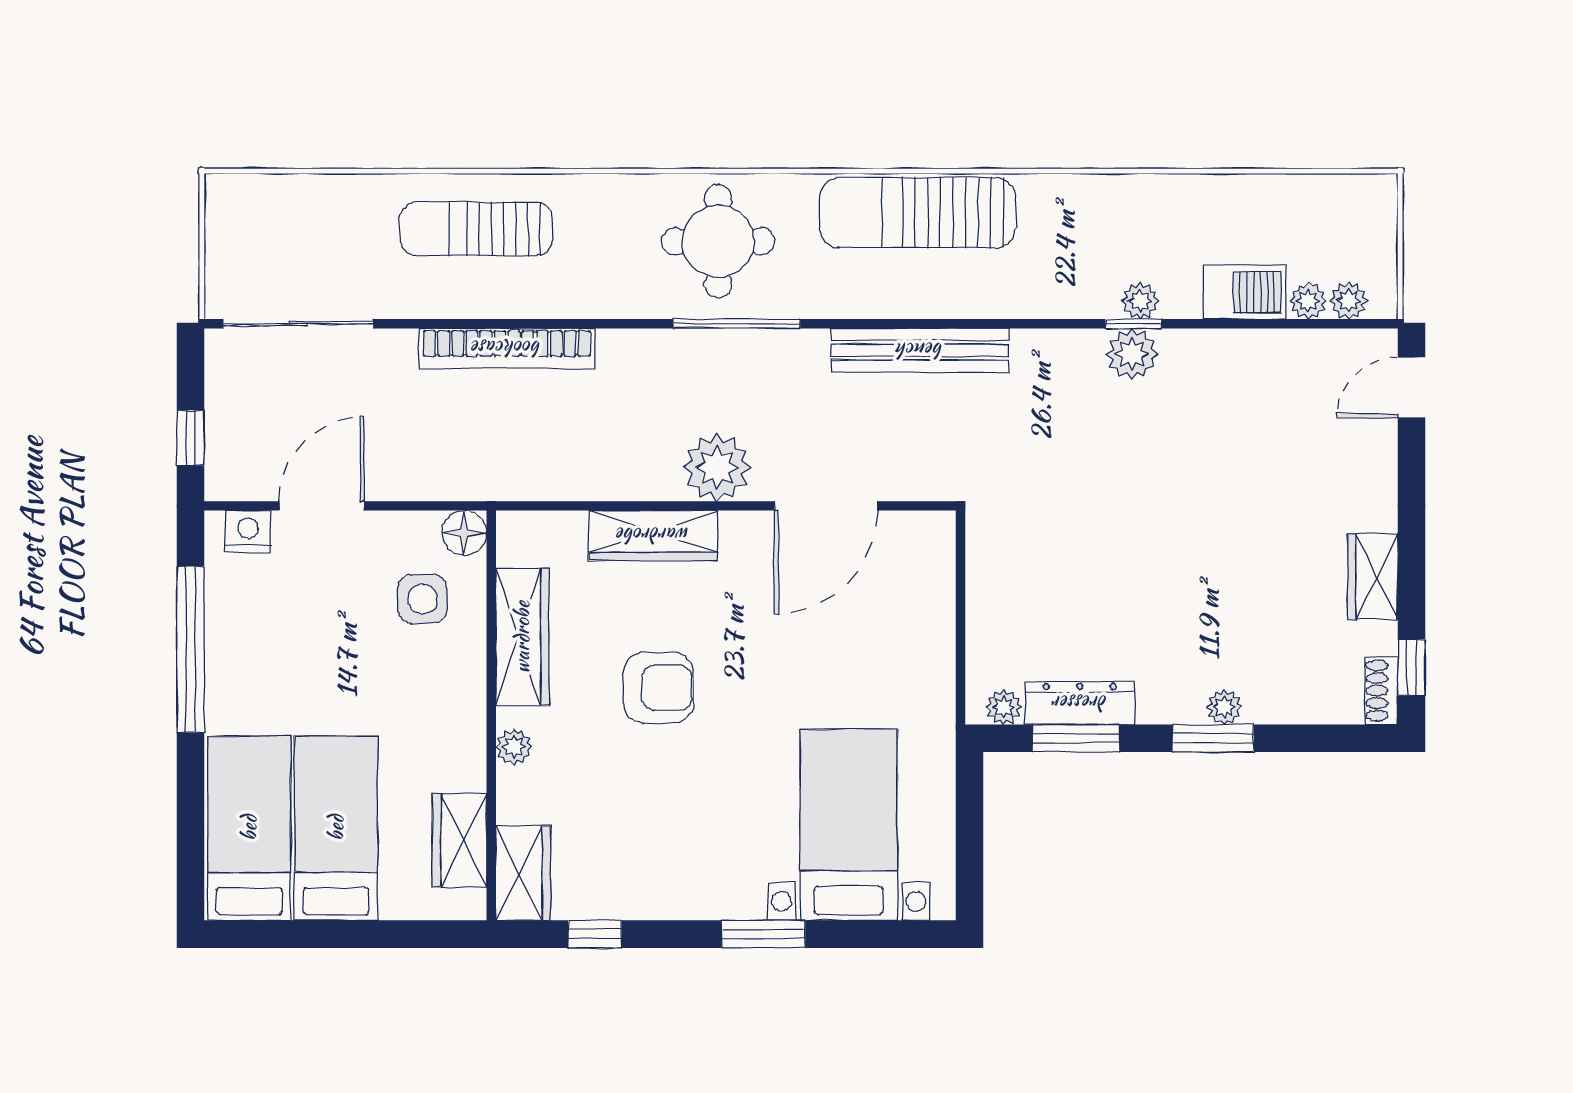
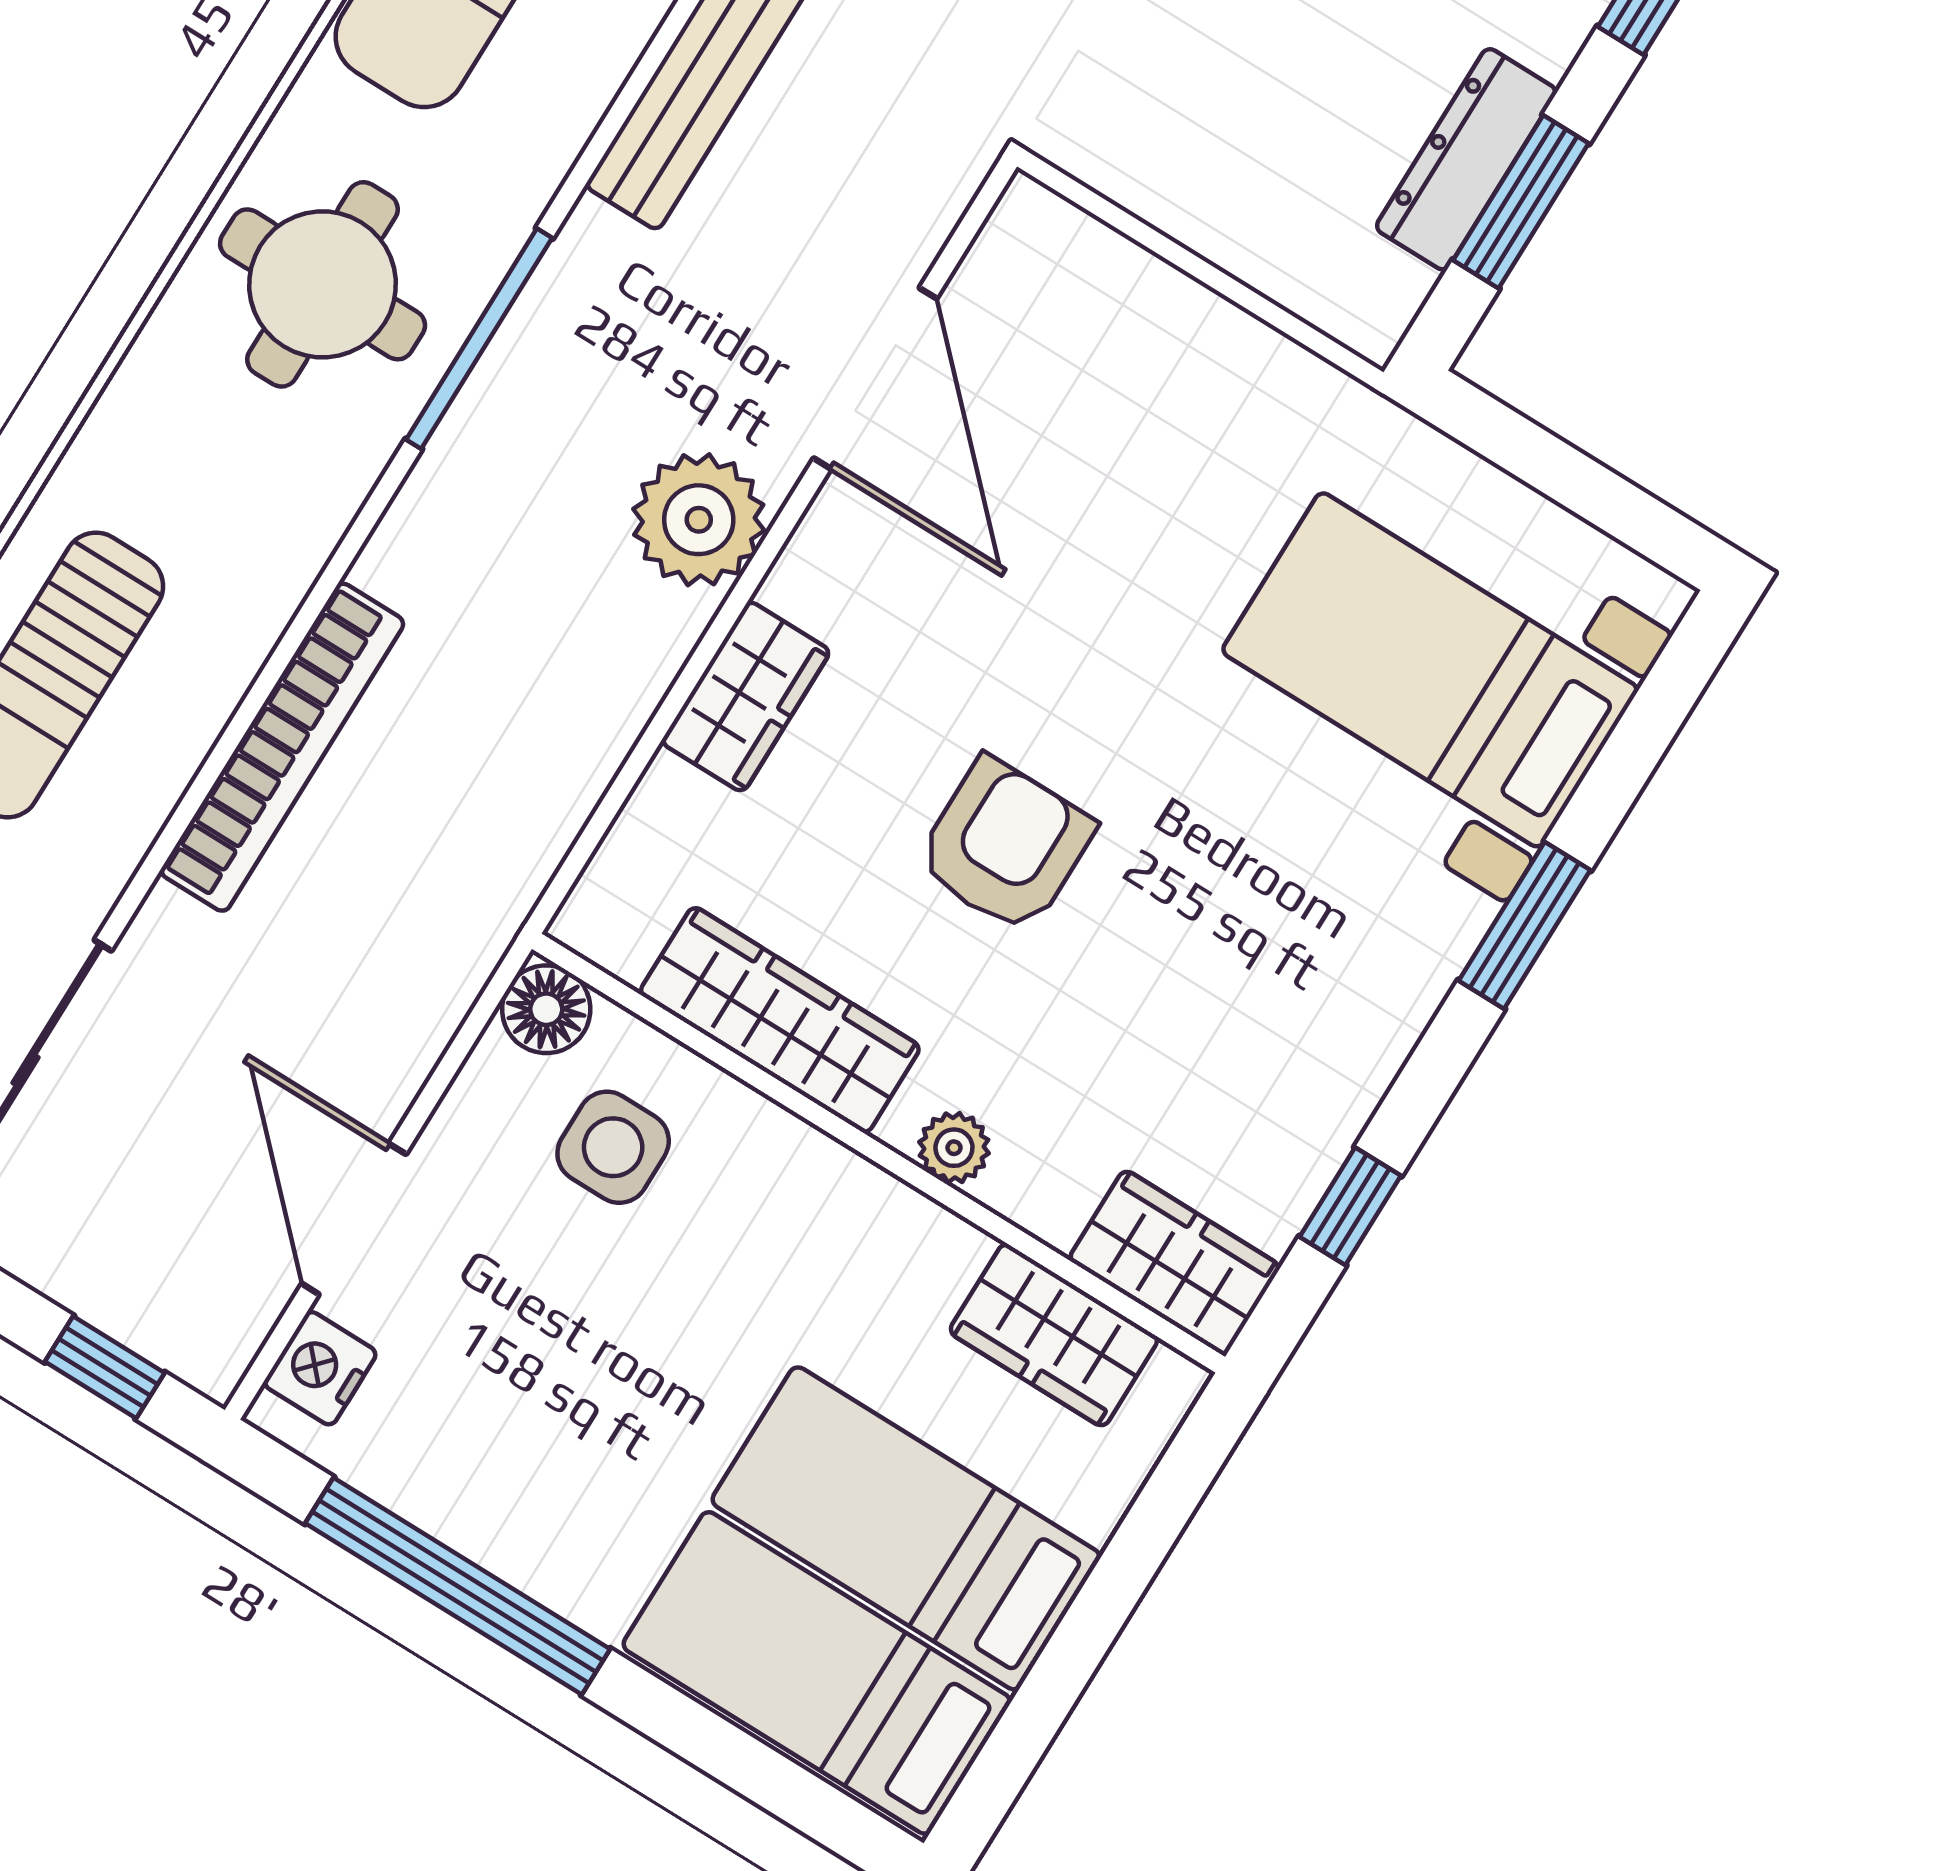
wardrobe: (653, 535) -> (746, 697), width x0.67
plant: (1004, 707) -> (1394, 290), removed

